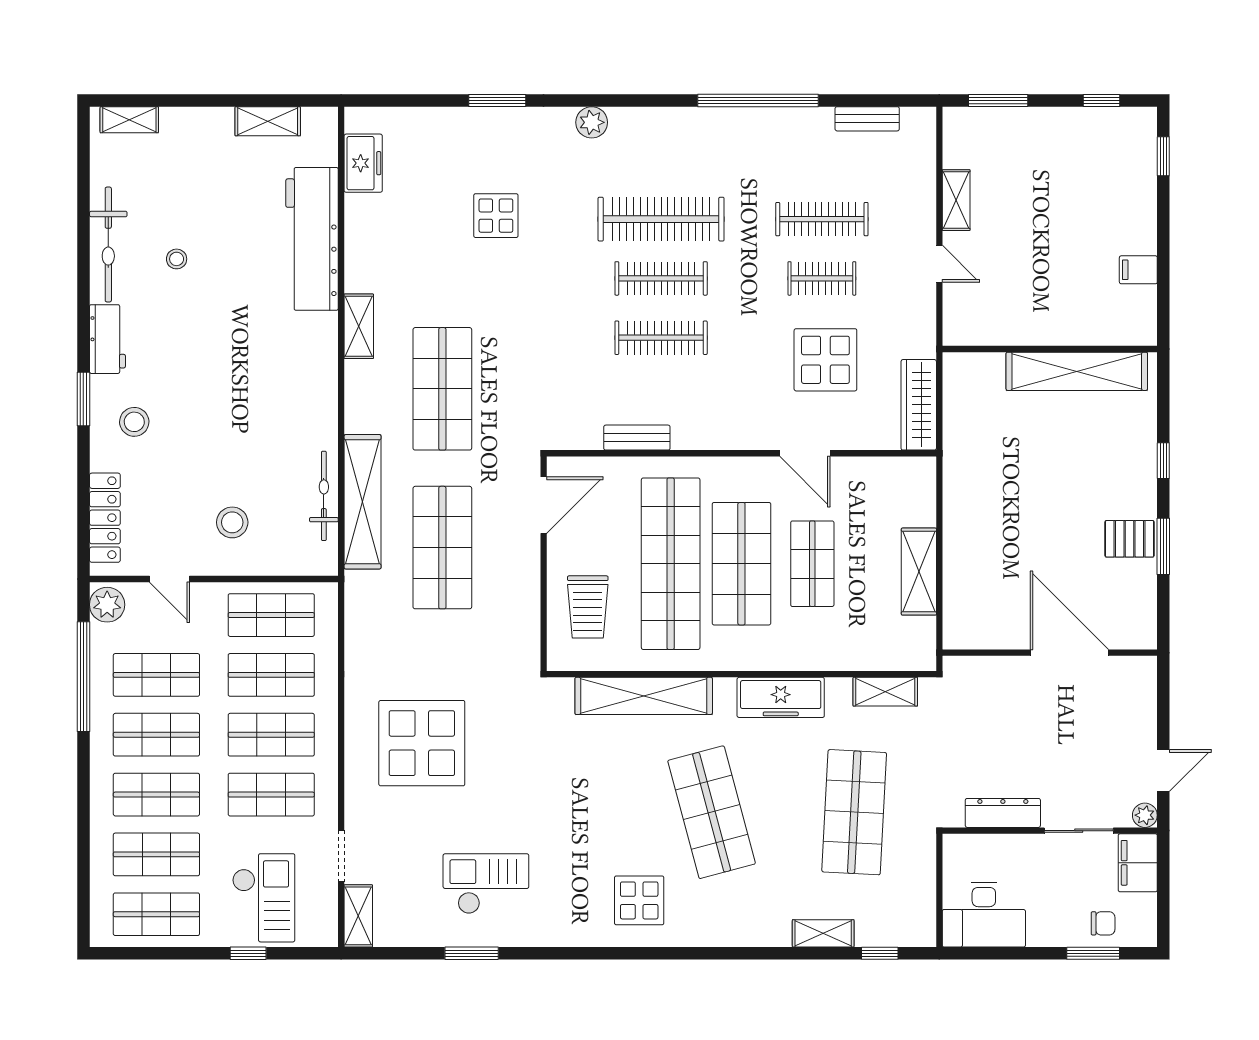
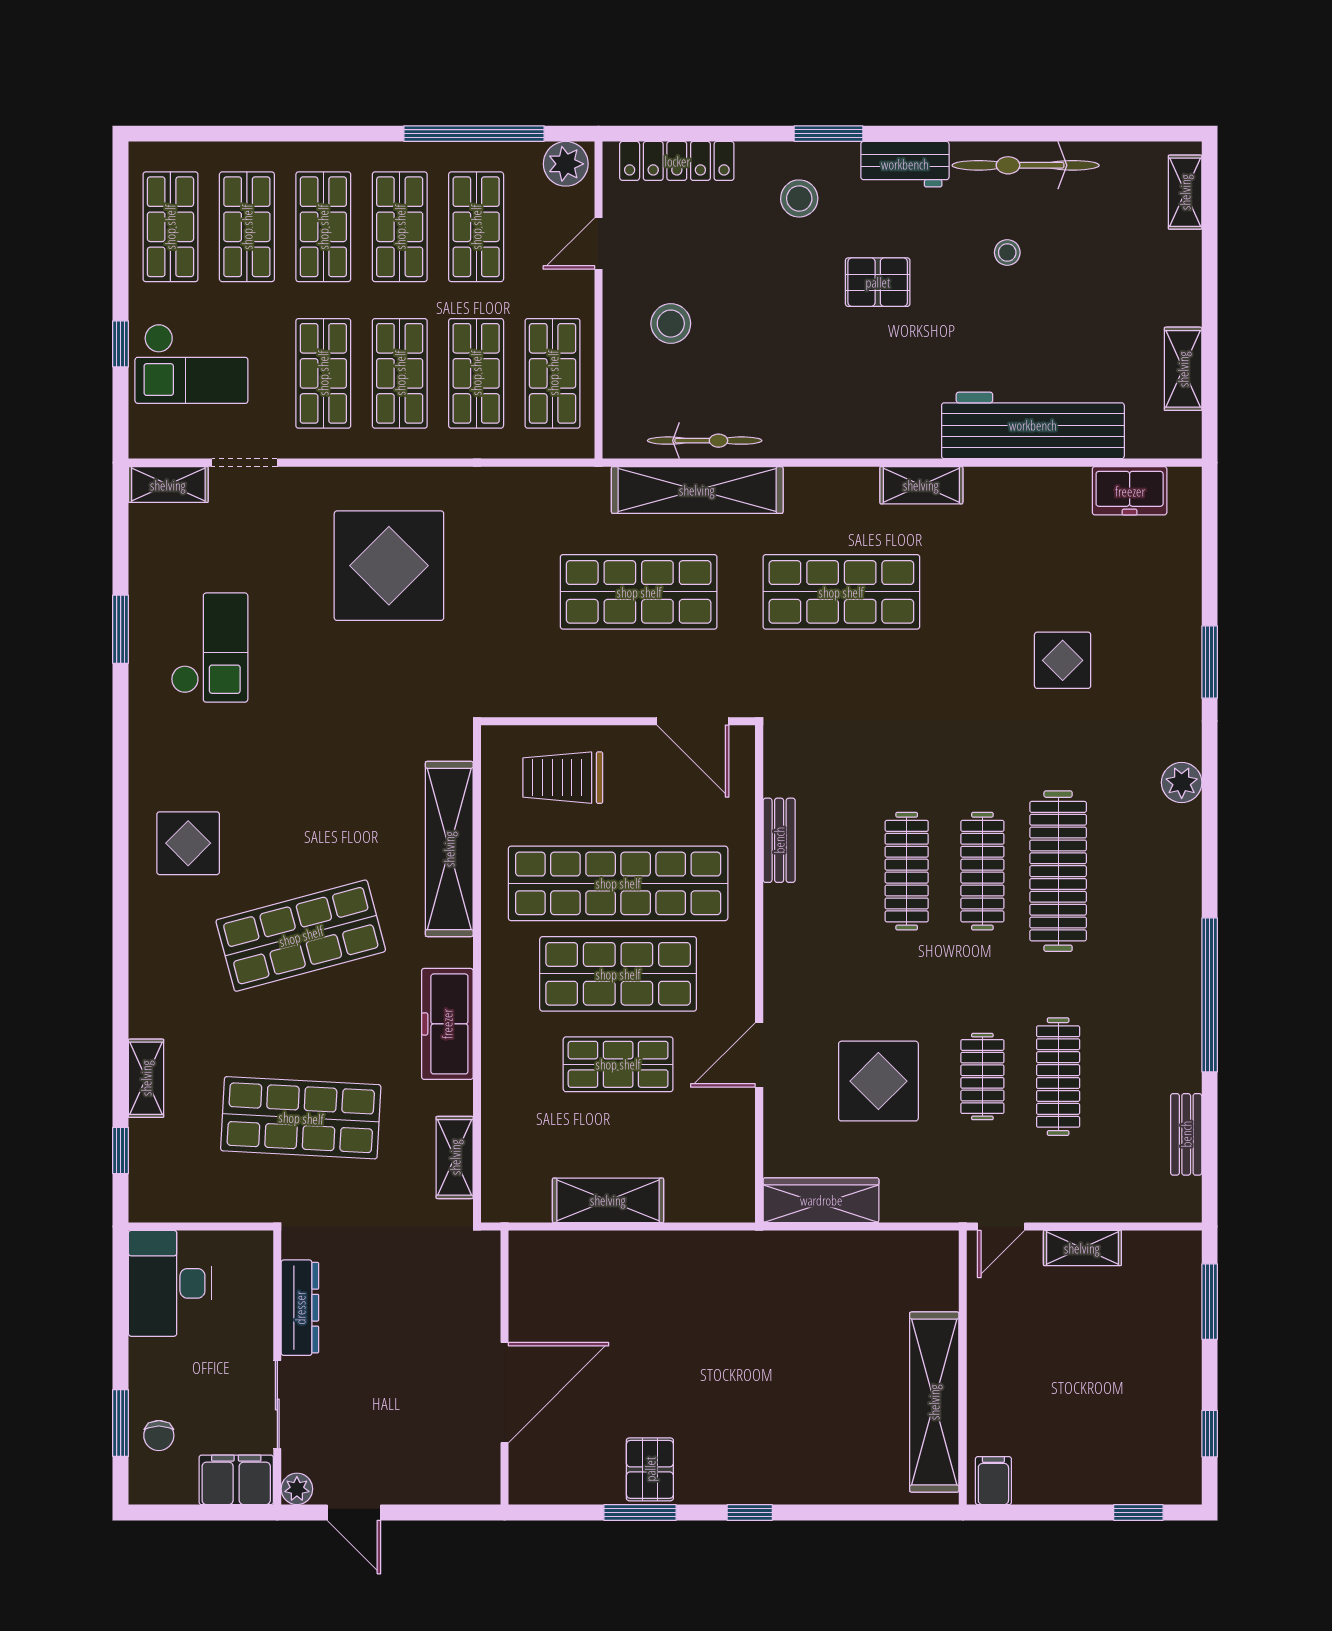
wall: (1050, 349) -> (963, 1368), moved
pallet: (200, 360) -> (878, 282), added
shelving: (1077, 371) -> (934, 1402), moved

